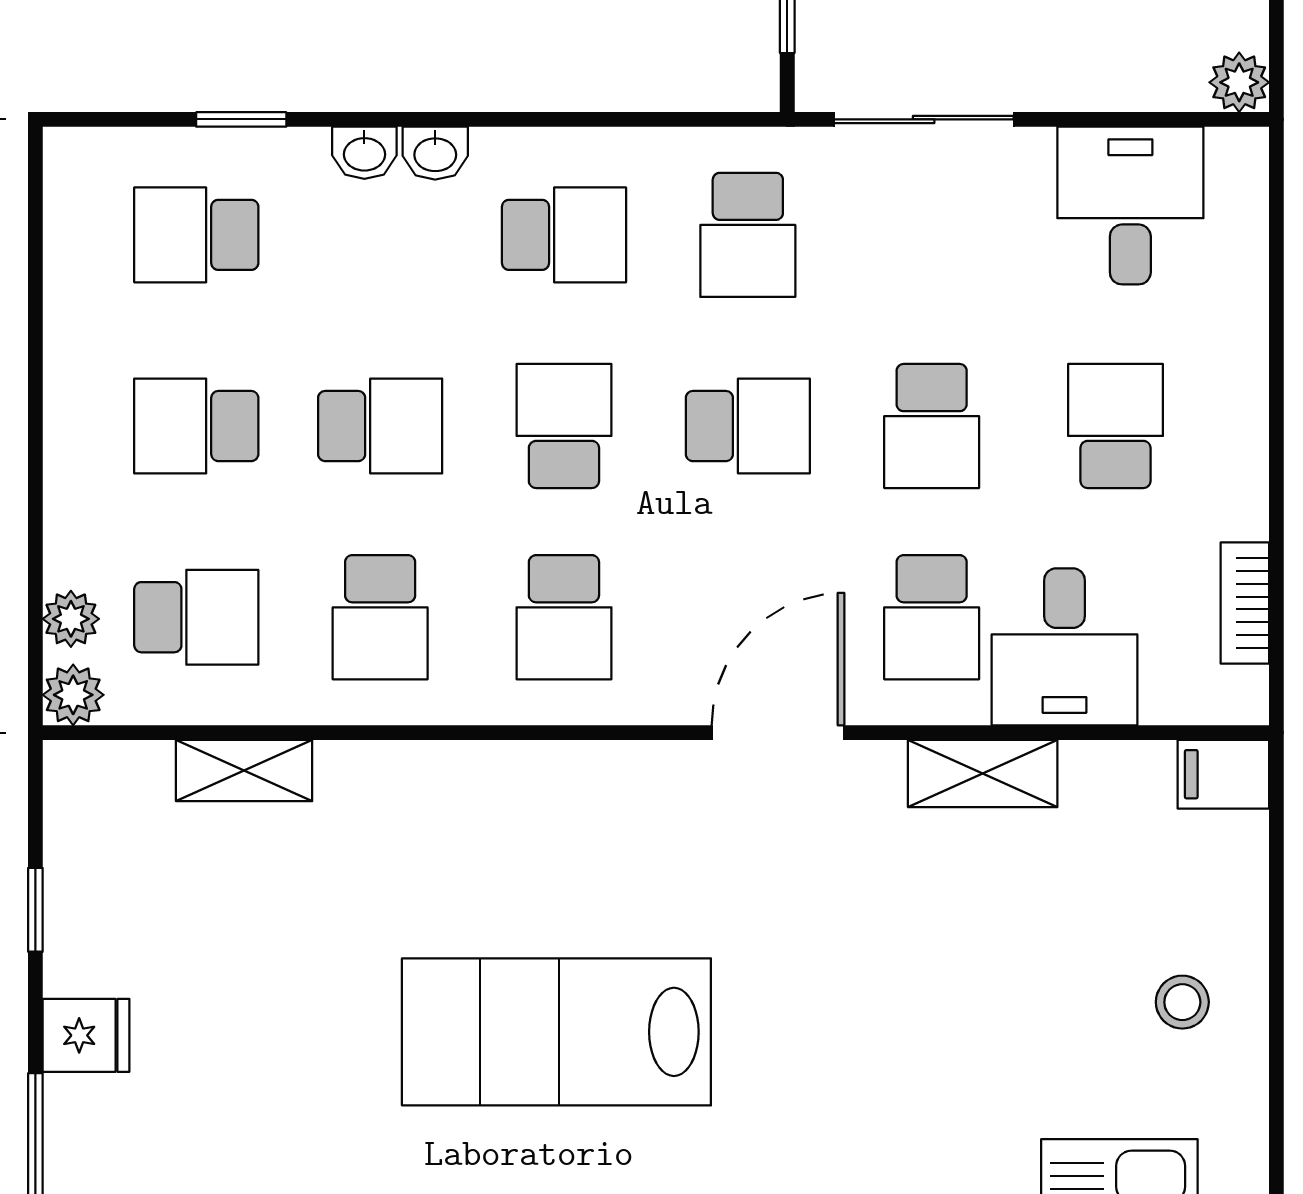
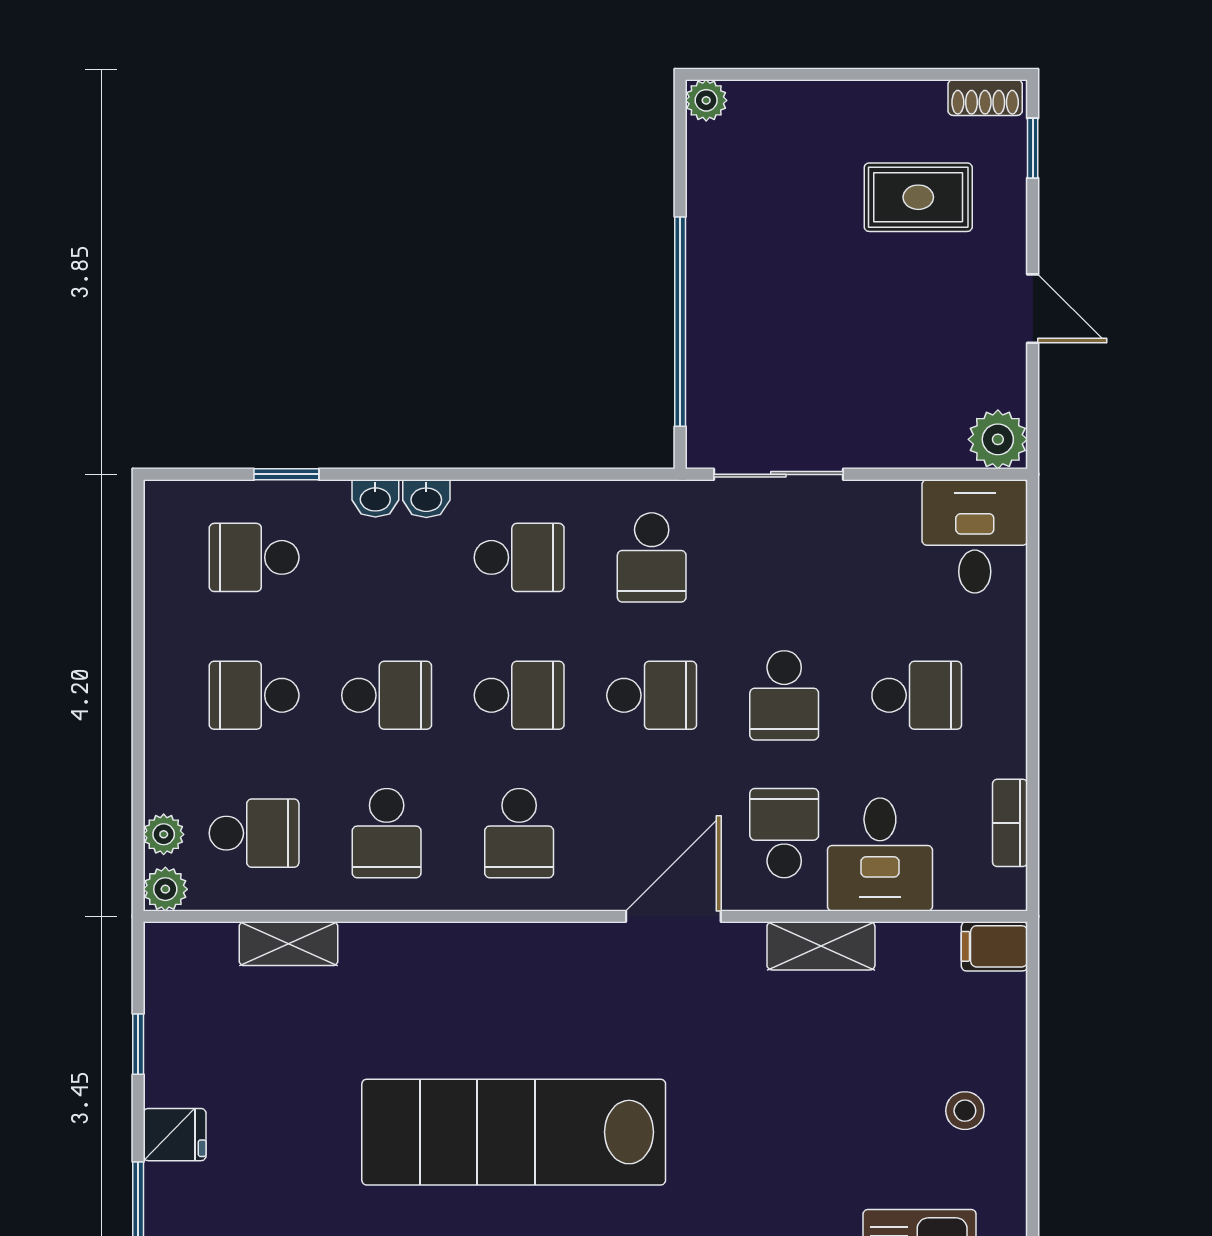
plant: (1239, 82) -> (998, 439), width x1.38, depth x1.38
desk: (1130, 206) -> (975, 536), moved
school desk: (564, 426) -> (519, 695), turned 90
school desk: (1115, 426) -> (917, 695), turned 90
school desk: (932, 617) -> (784, 833), turned 180
lab bench: (556, 1032) -> (514, 1132), width x1.36

